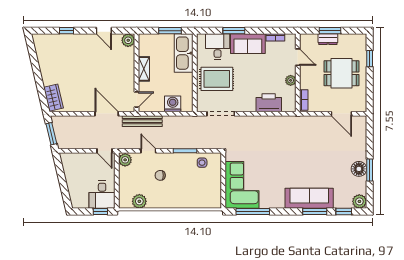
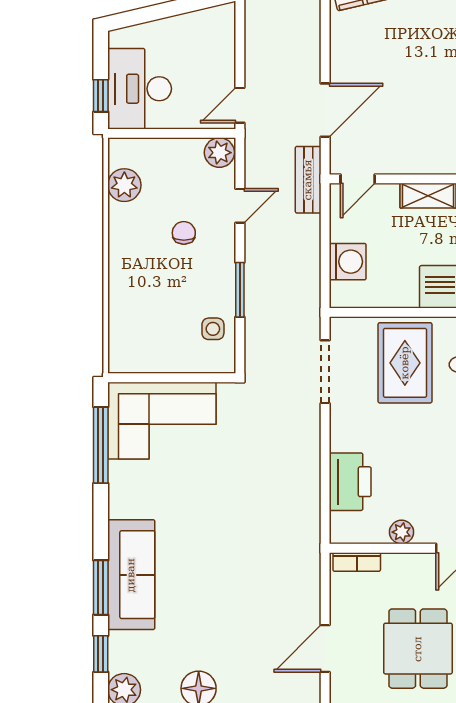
door: (137, 100) -> (358, 179), hinge flipped
bench: (142, 121) -> (308, 180), width x0.73
desk: (102, 195) -> (140, 89), width x1.37

